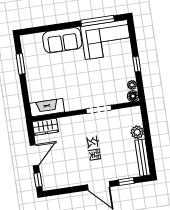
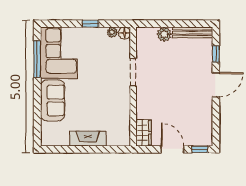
window: (21, 64) -> (71, 149), removed
fireplace: (47, 108) -> (88, 139), moved, turned 90

